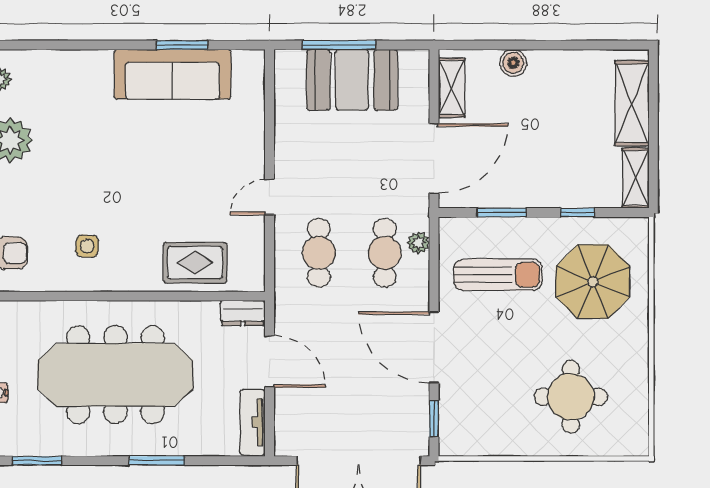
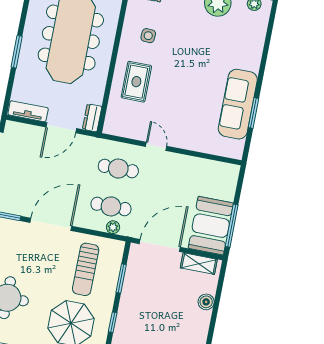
window: (339, 45) -> (232, 226), moved
booth: (352, 80) -> (211, 226), moved
door: (434, 159) -> (160, 246), swing flipped
rug: (195, 263) -> (136, 82), moved

